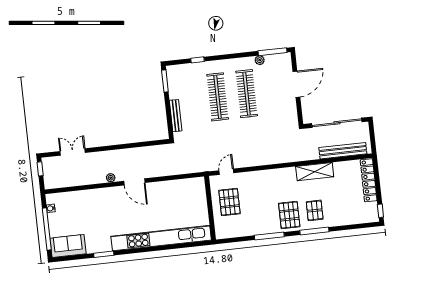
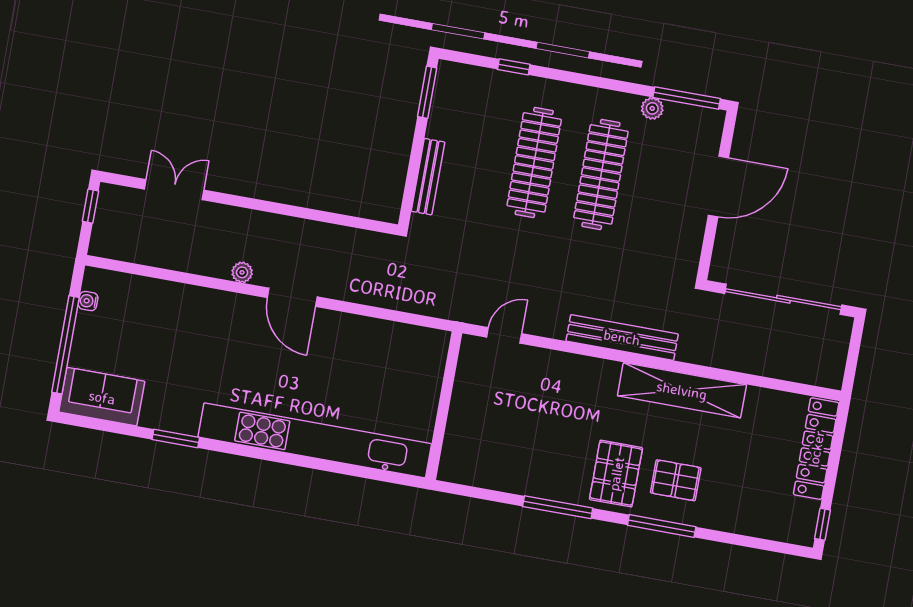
bench: (343, 151) -> (622, 337), moved
shelving: (315, 172) -> (682, 390), width x1.47
pallet: (229, 202) -> (491, 405), removed
pallet: (315, 210) -> (676, 480), turned 90

